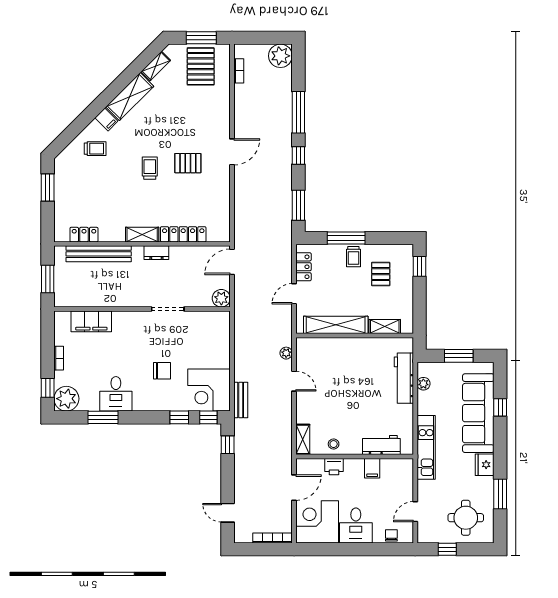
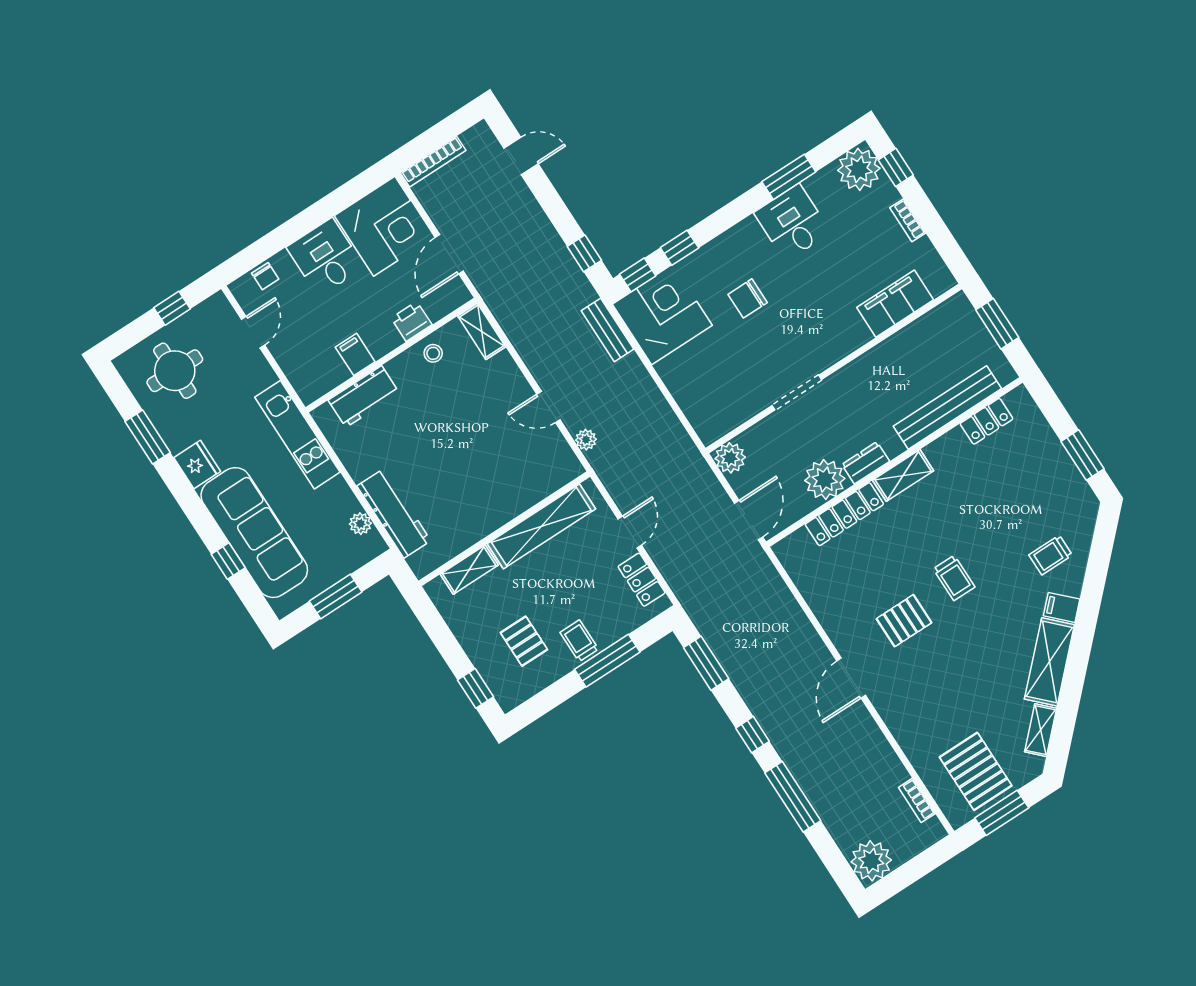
plant: (182, 258) -> (825, 479), added

